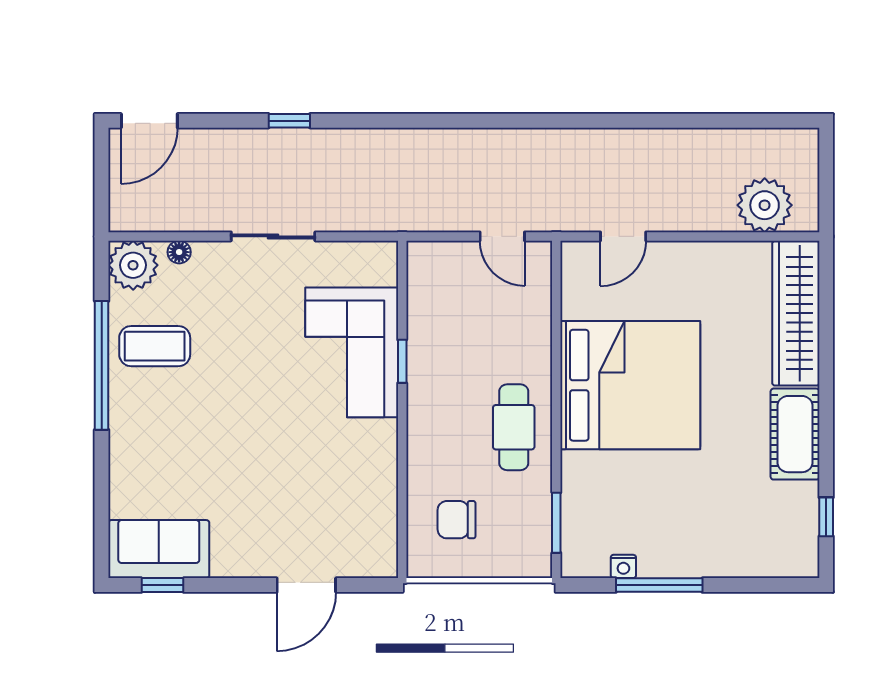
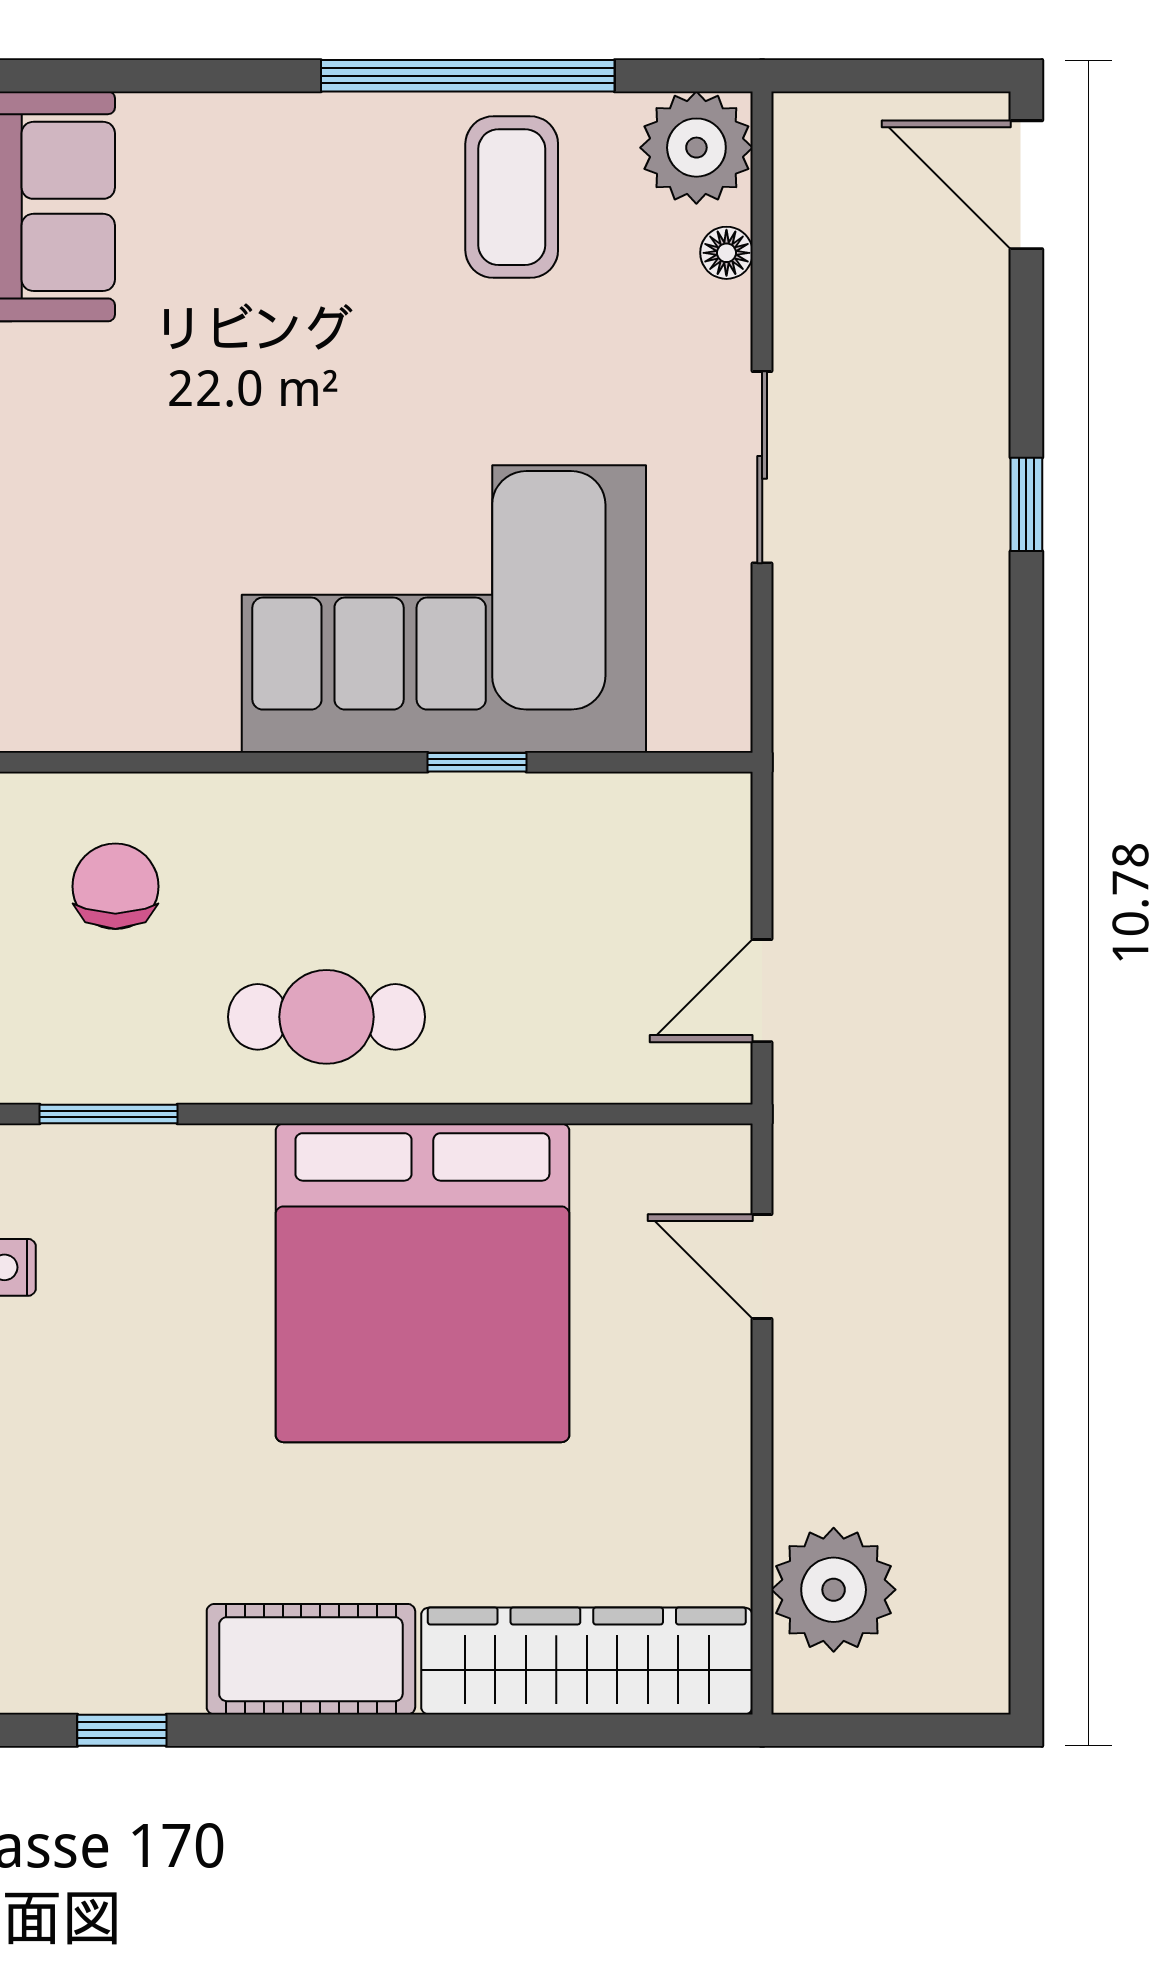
corner sofa: (352, 352) -> (444, 609), width x1.36, depth x1.36

